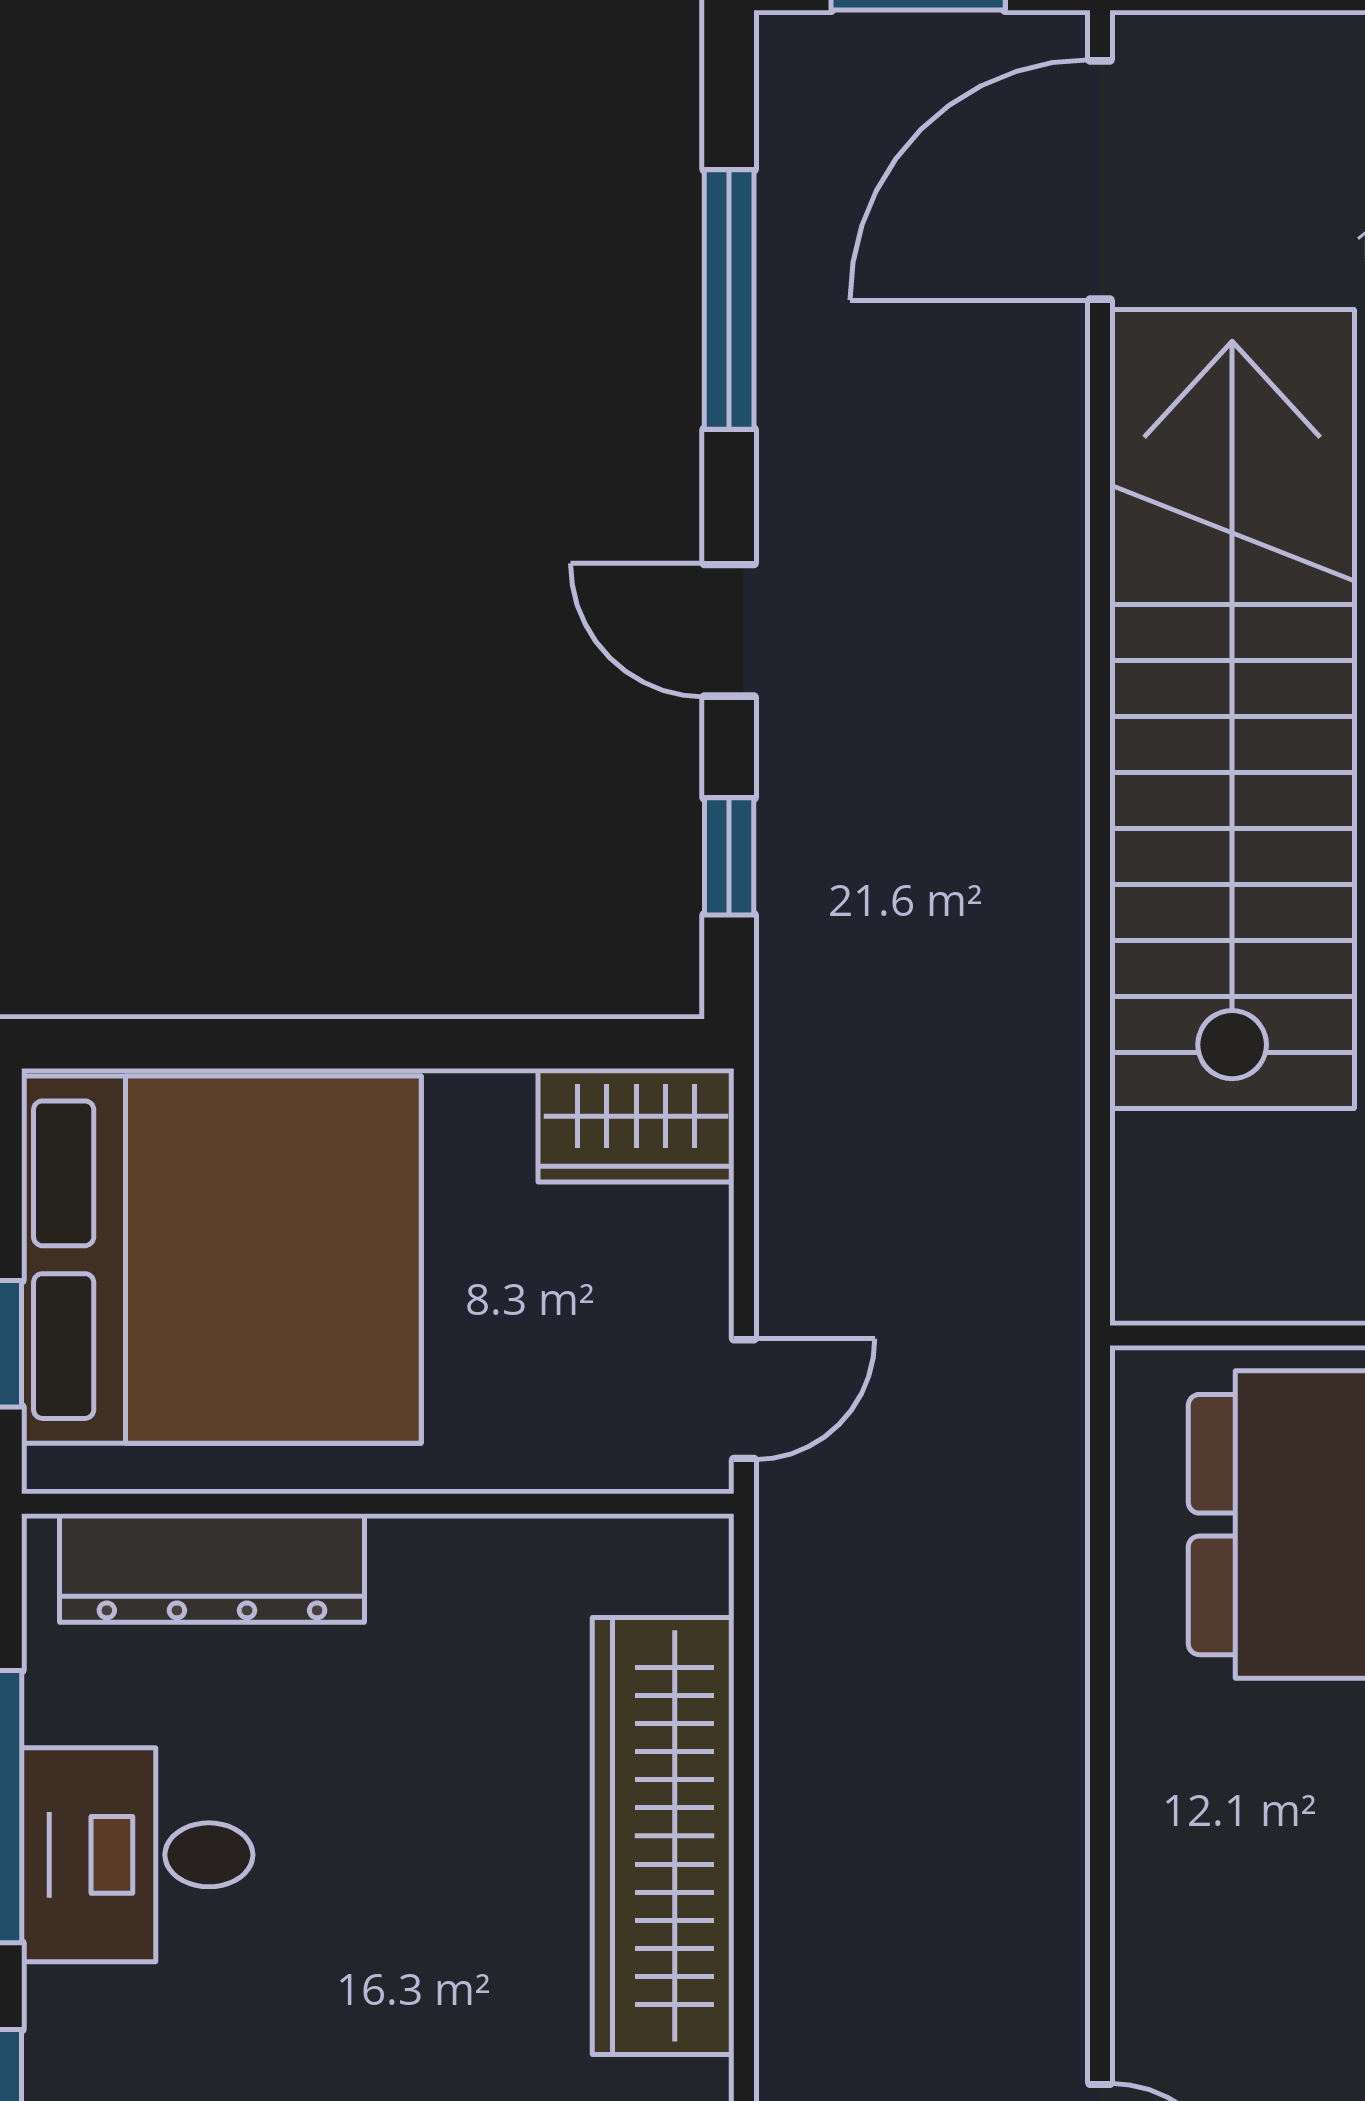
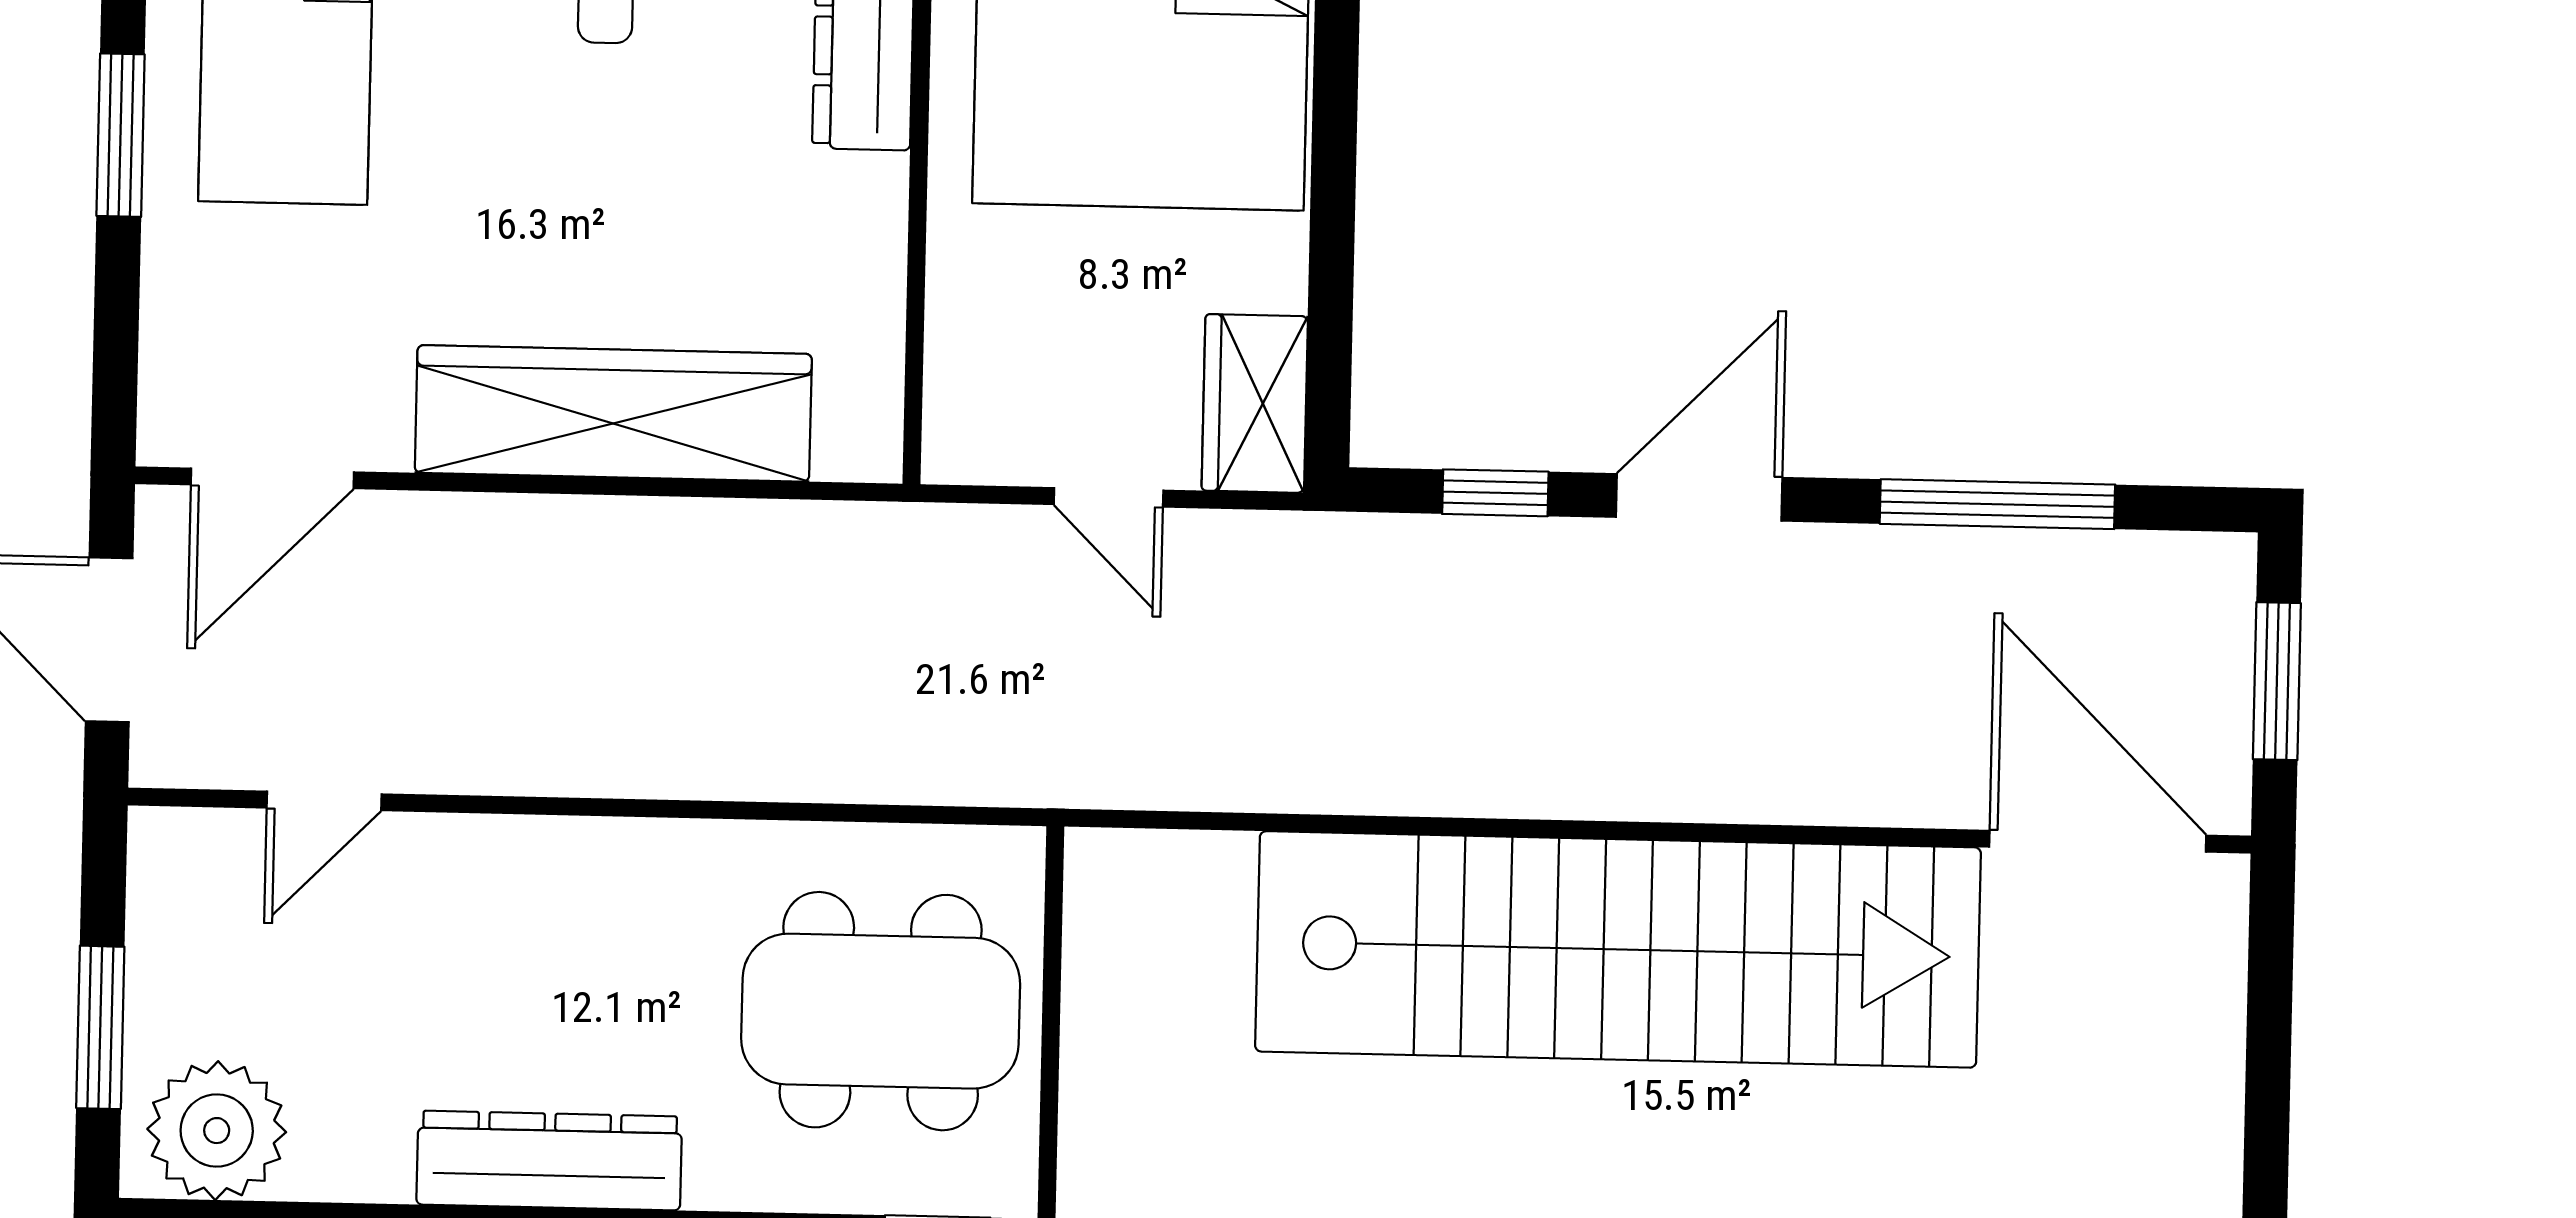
door: (729, 630) -> (1699, 497), width x1.38
door: (744, 1399) -> (1109, 497), moved

